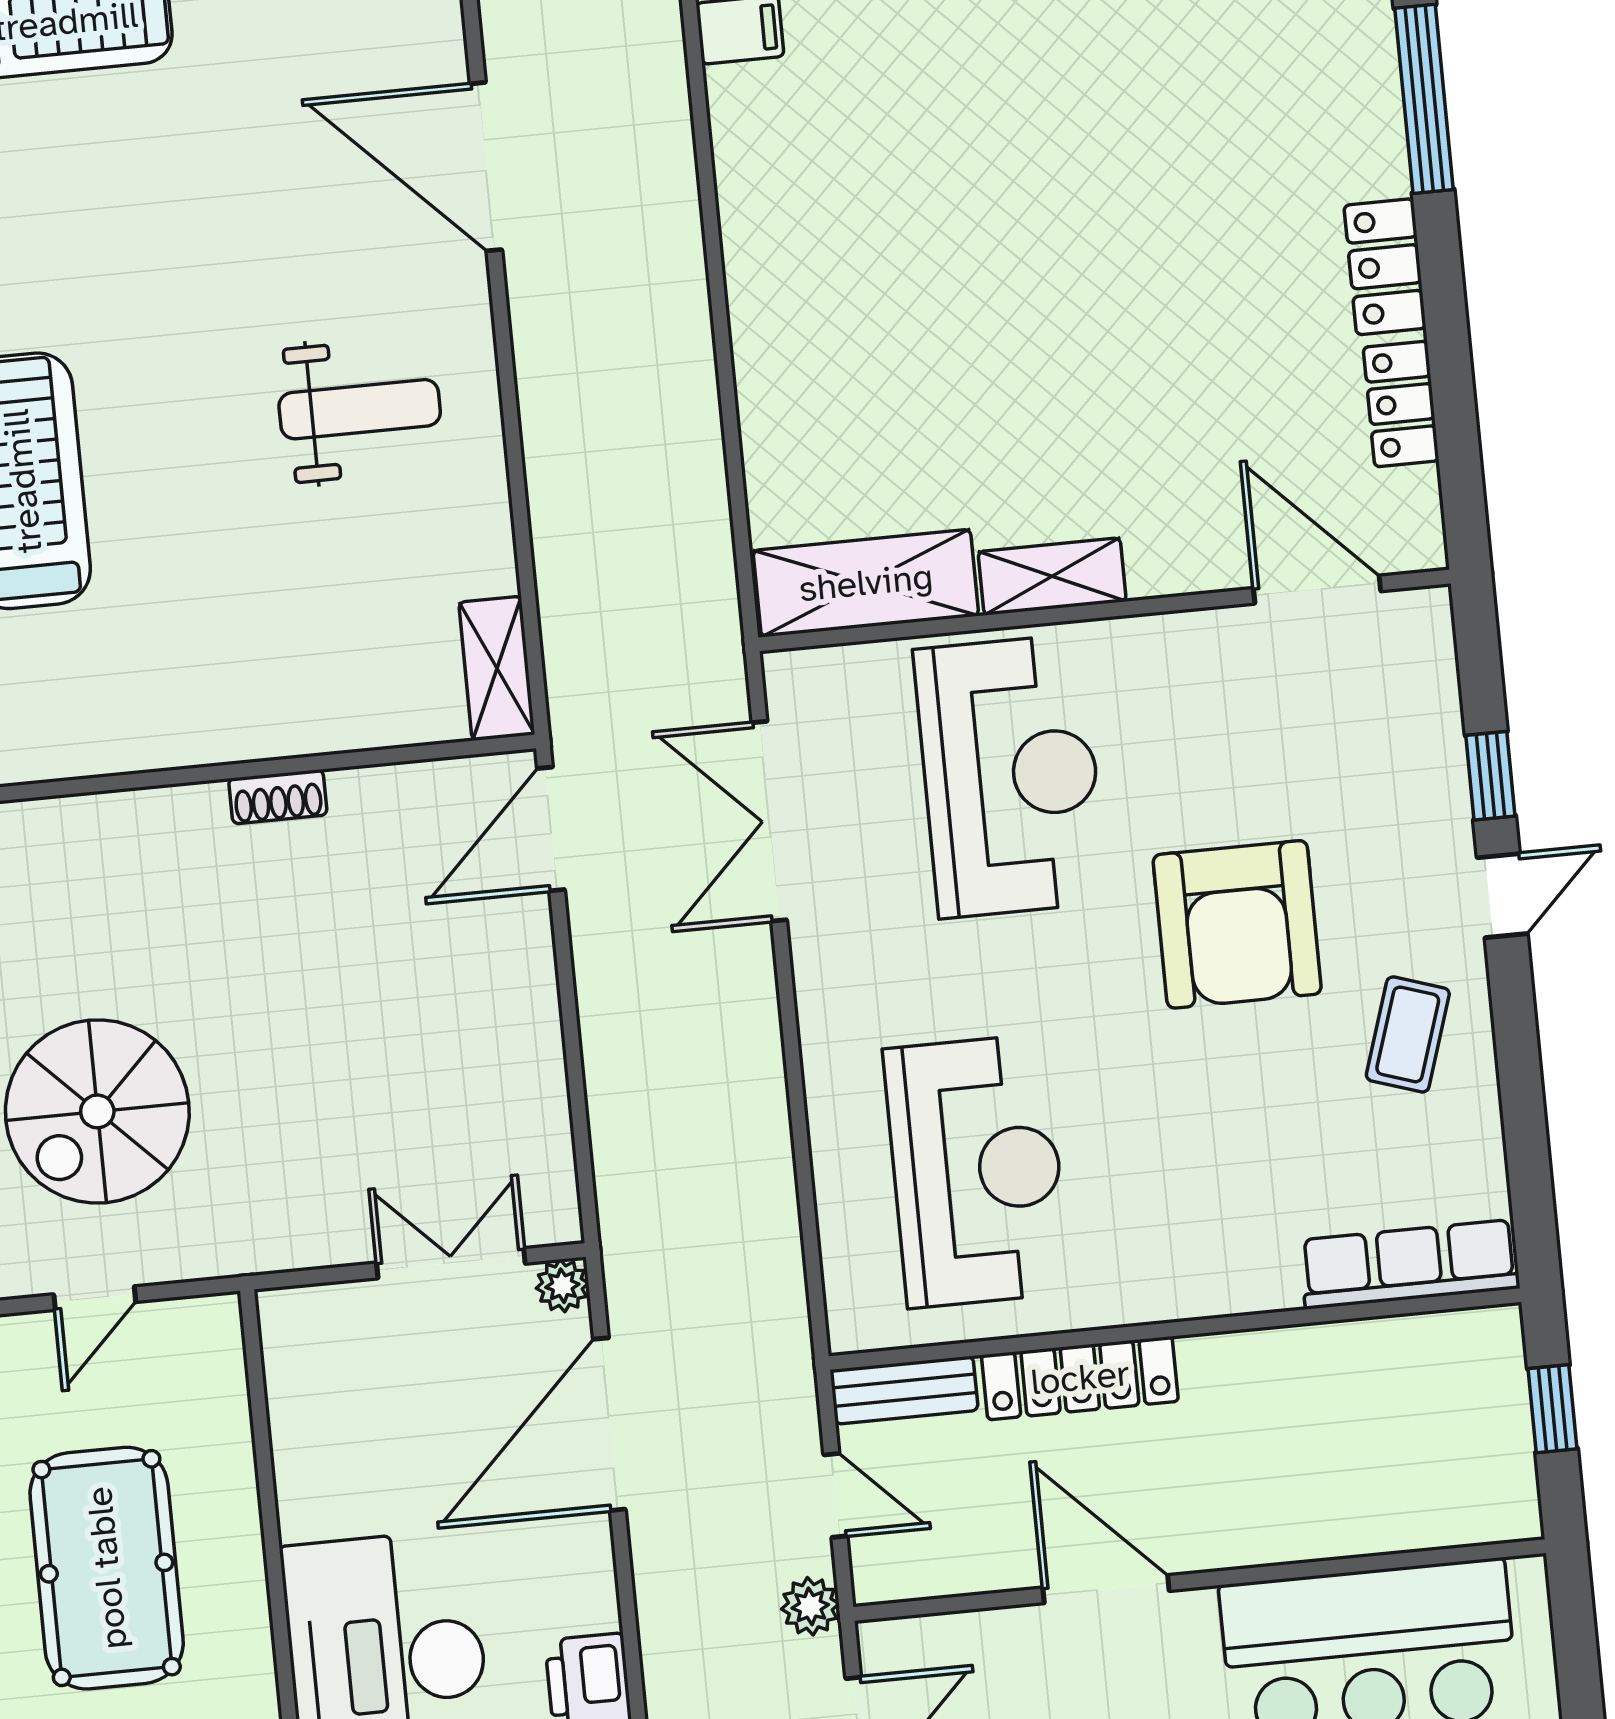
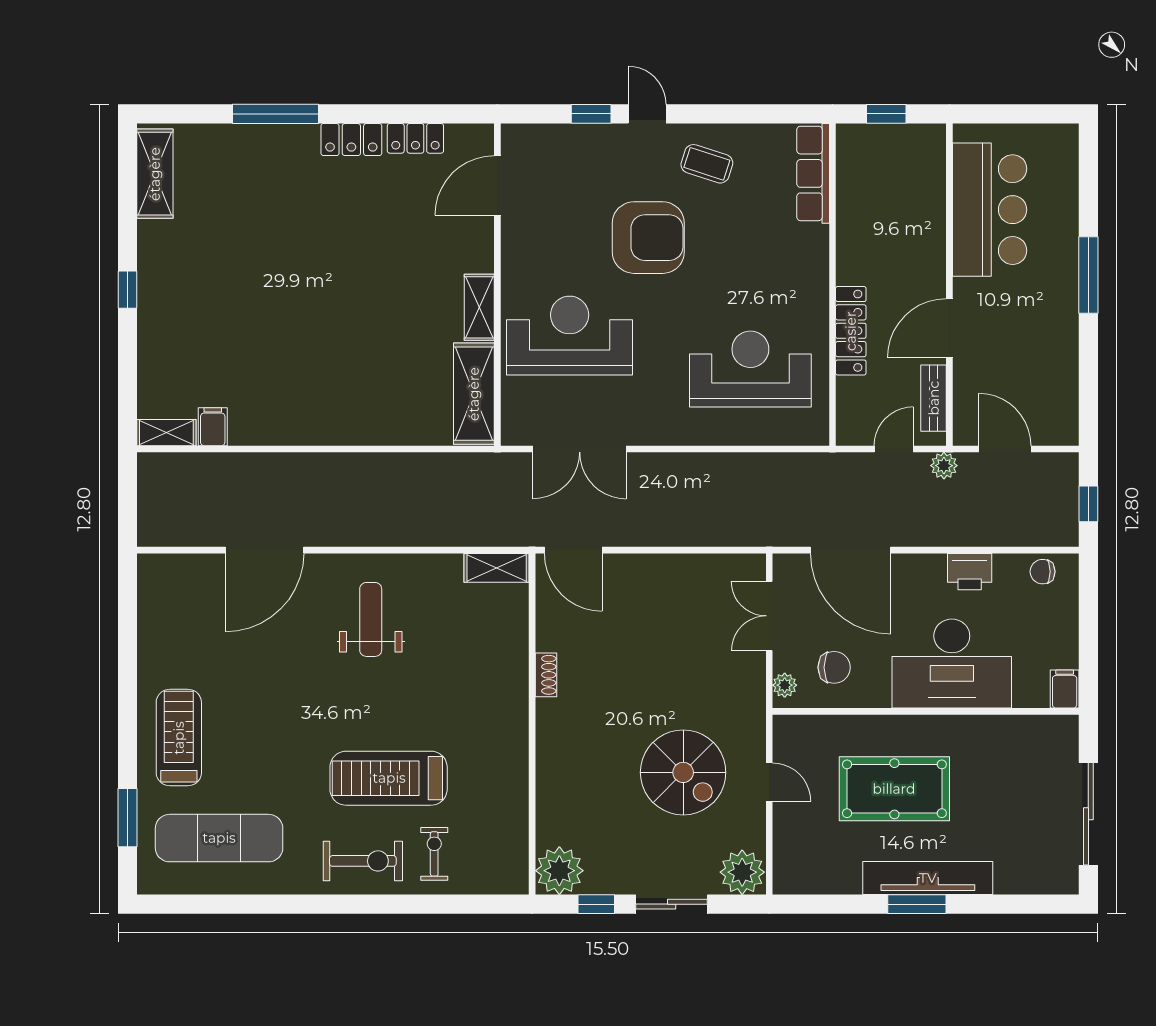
plant: (562, 1286) -> (785, 685), moved
bench: (904, 1390) -> (934, 398), moved
chair: (354, 1413) -> (834, 667), added

